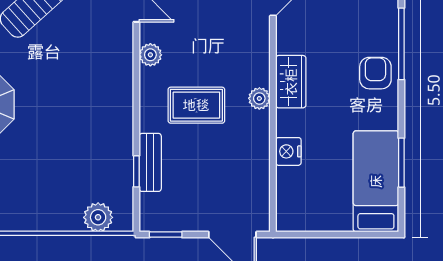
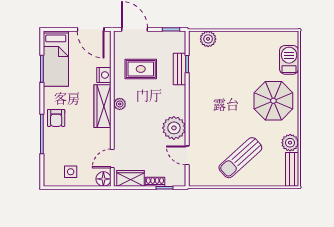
plant: (150, 55) -> (174, 128), width x1.88, depth x1.88
wardrobe: (291, 82) -> (103, 106), width x1.50
rug: (196, 105) -> (141, 69), moved
door: (313, 235) -> (91, 29), added

